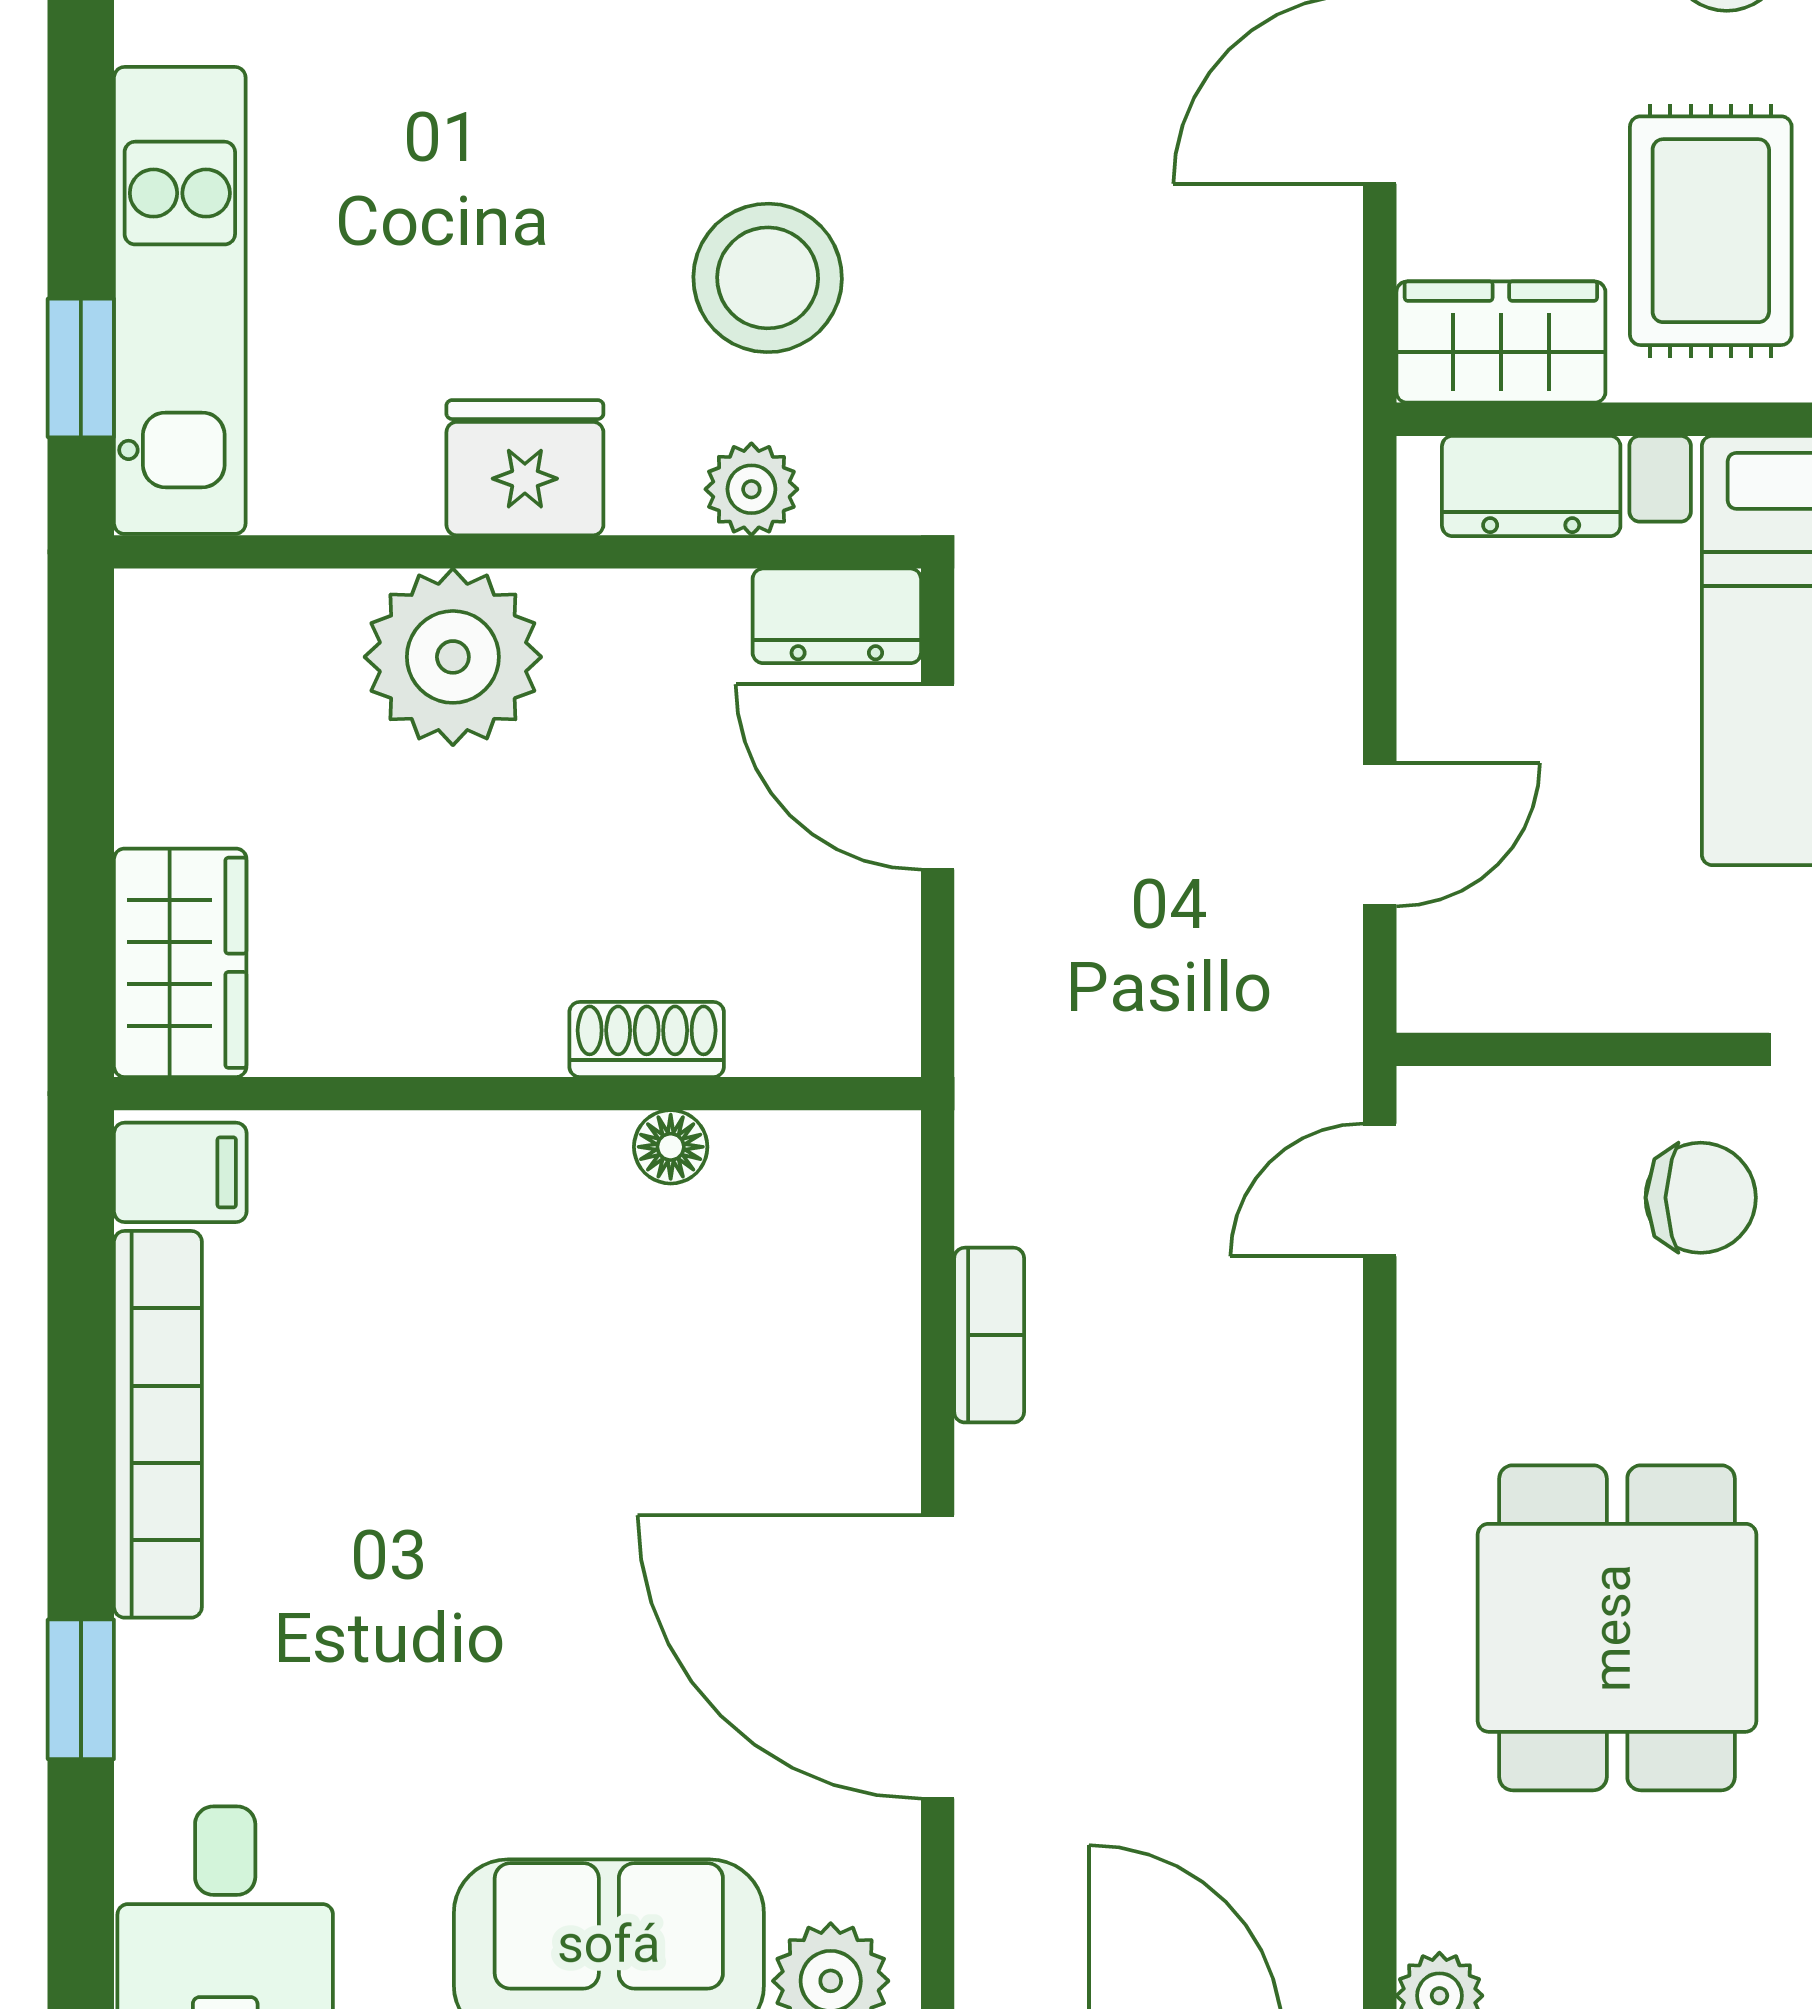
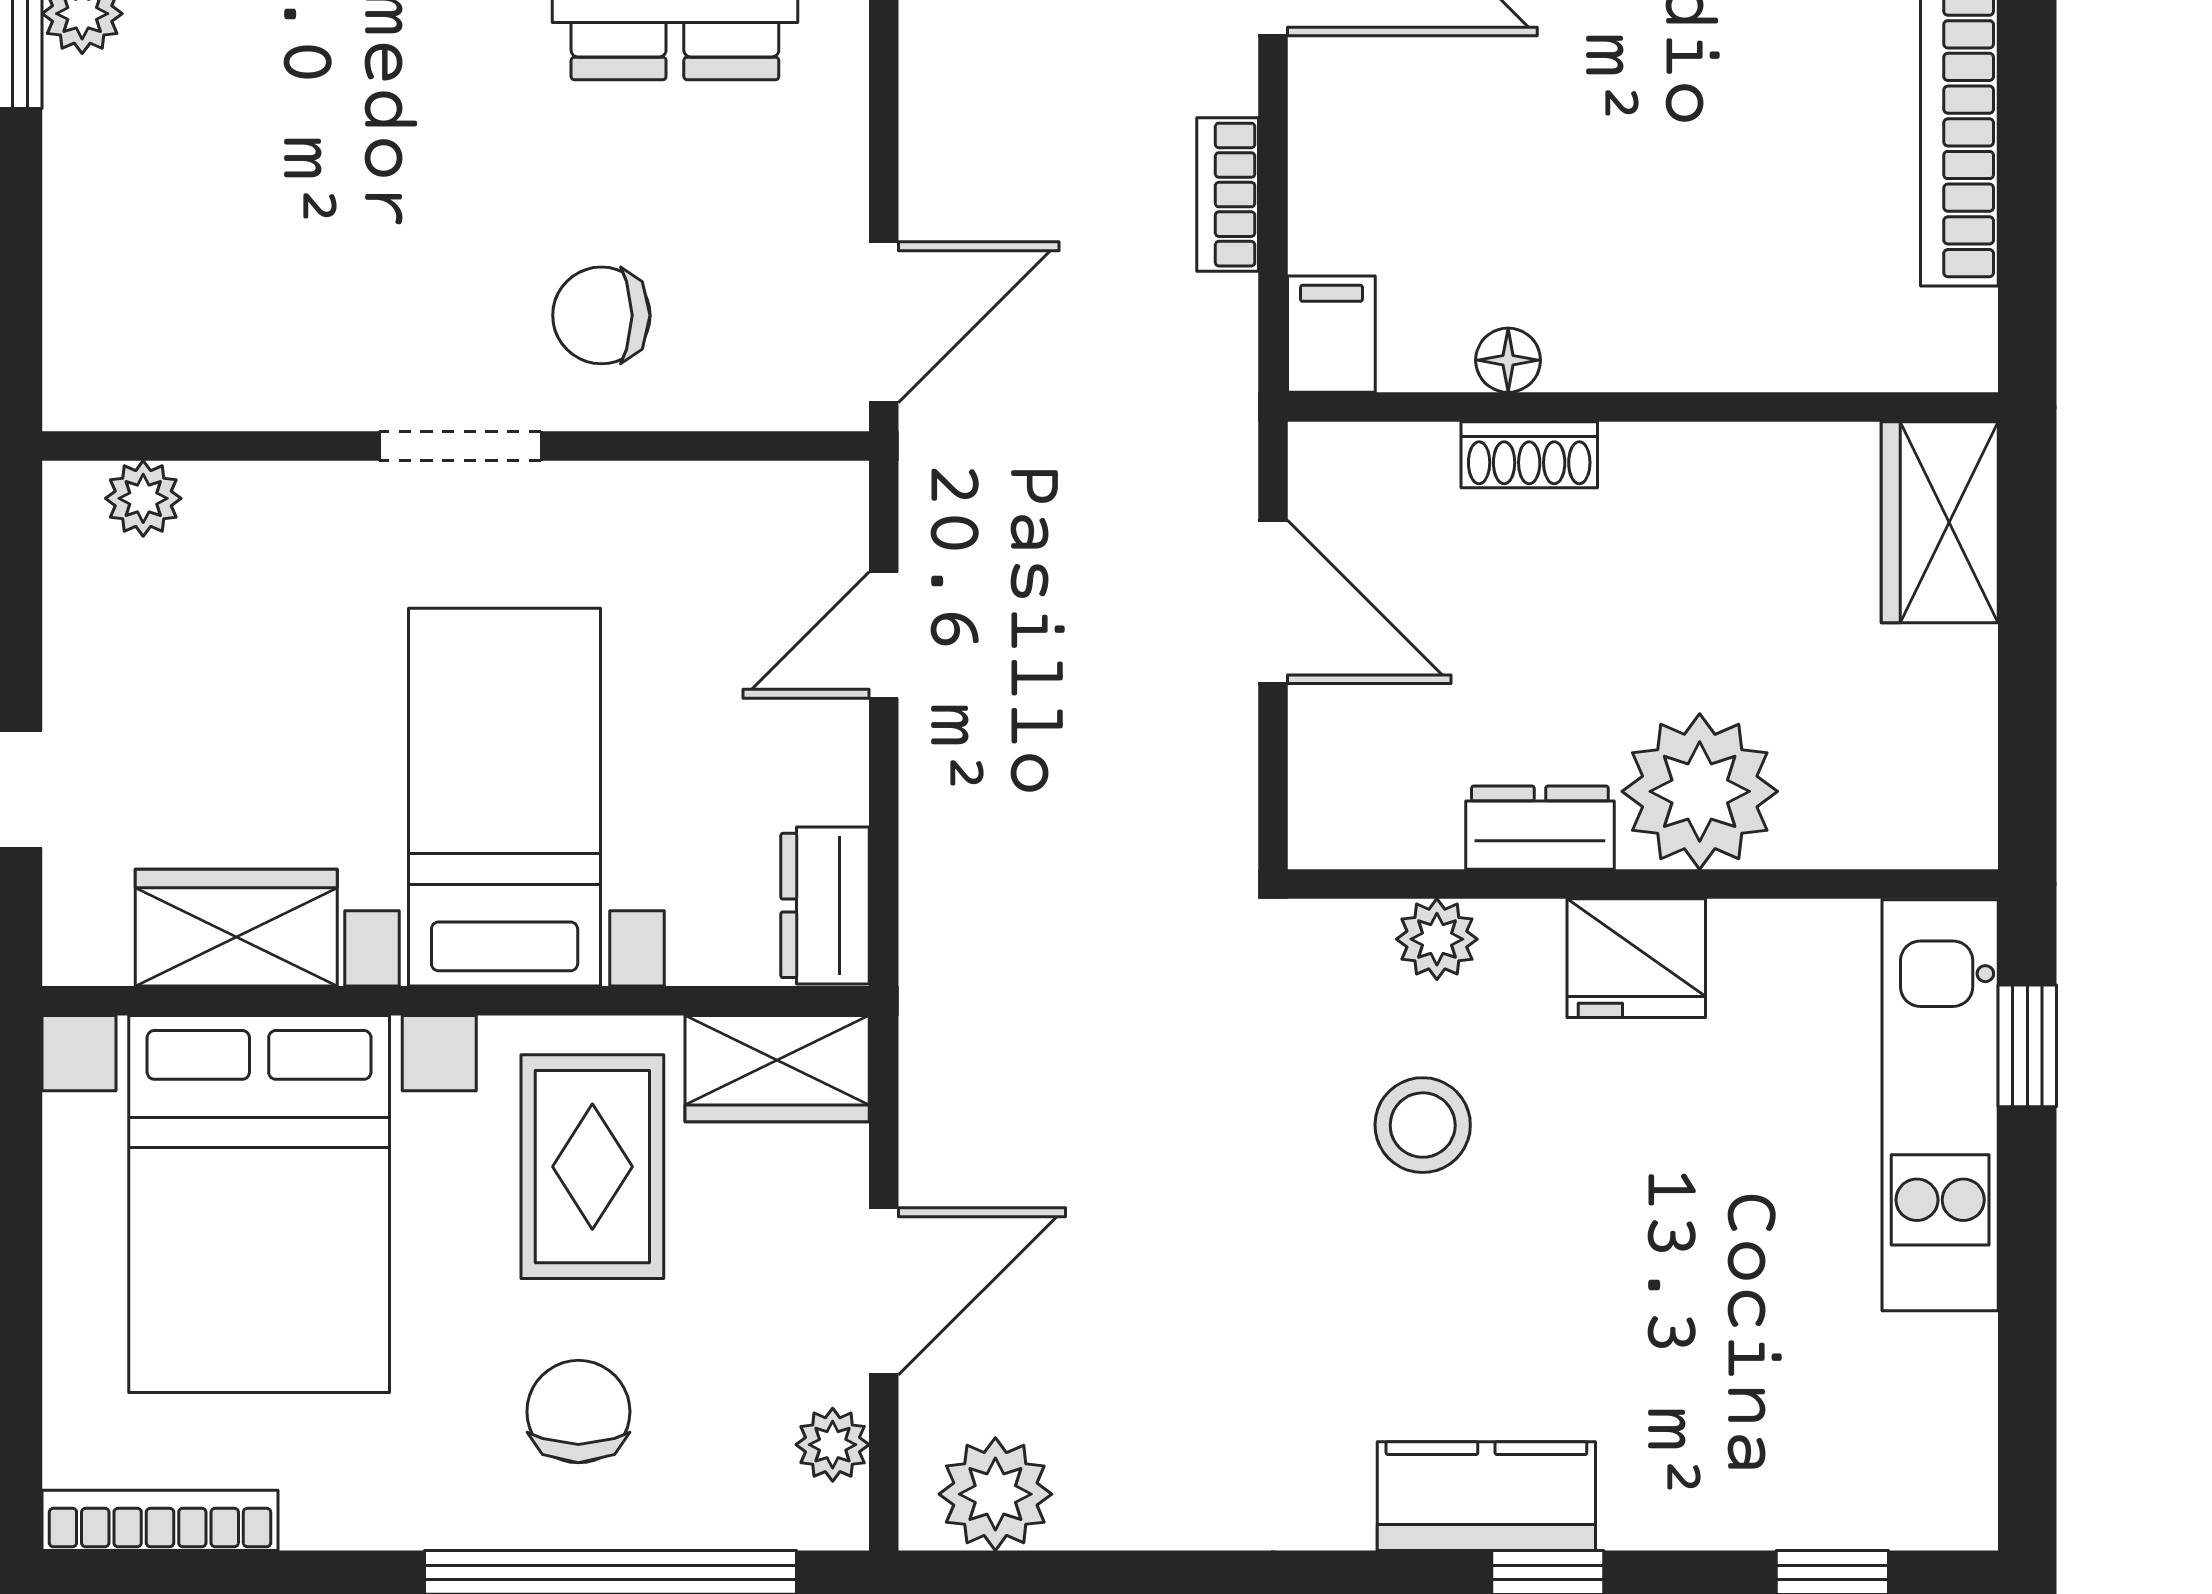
stool: (768, 278) -> (1423, 1125), width x0.73, depth x0.73
dresser: (1531, 486) -> (825, 905), moved, turned -90
dresser: (837, 616) -> (1540, 828), moved
door: (938, 777) -> (1273, 602), moved
filing cabinet: (180, 1172) -> (1331, 334), moved, turned 90
door: (1380, 1190) -> (884, 322), width x1.38

